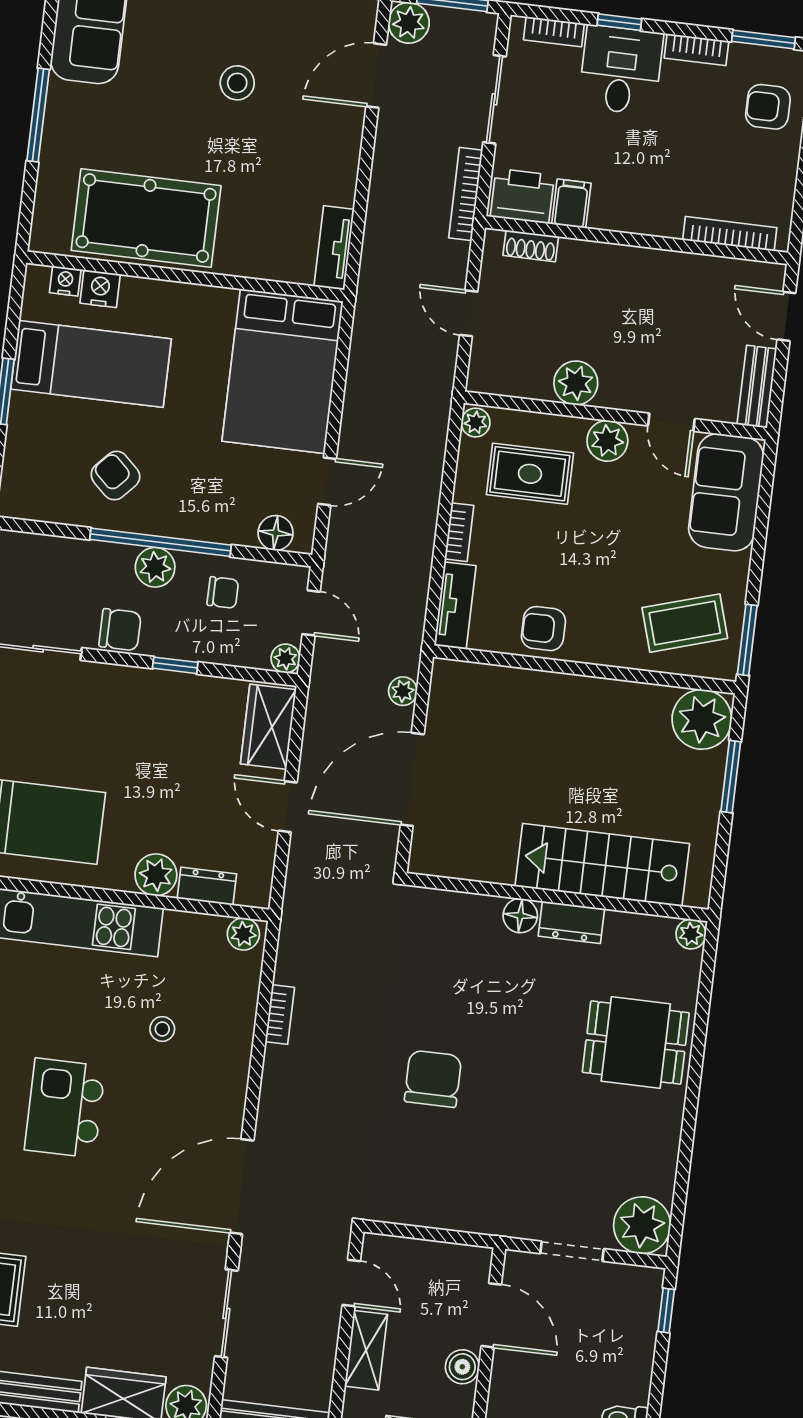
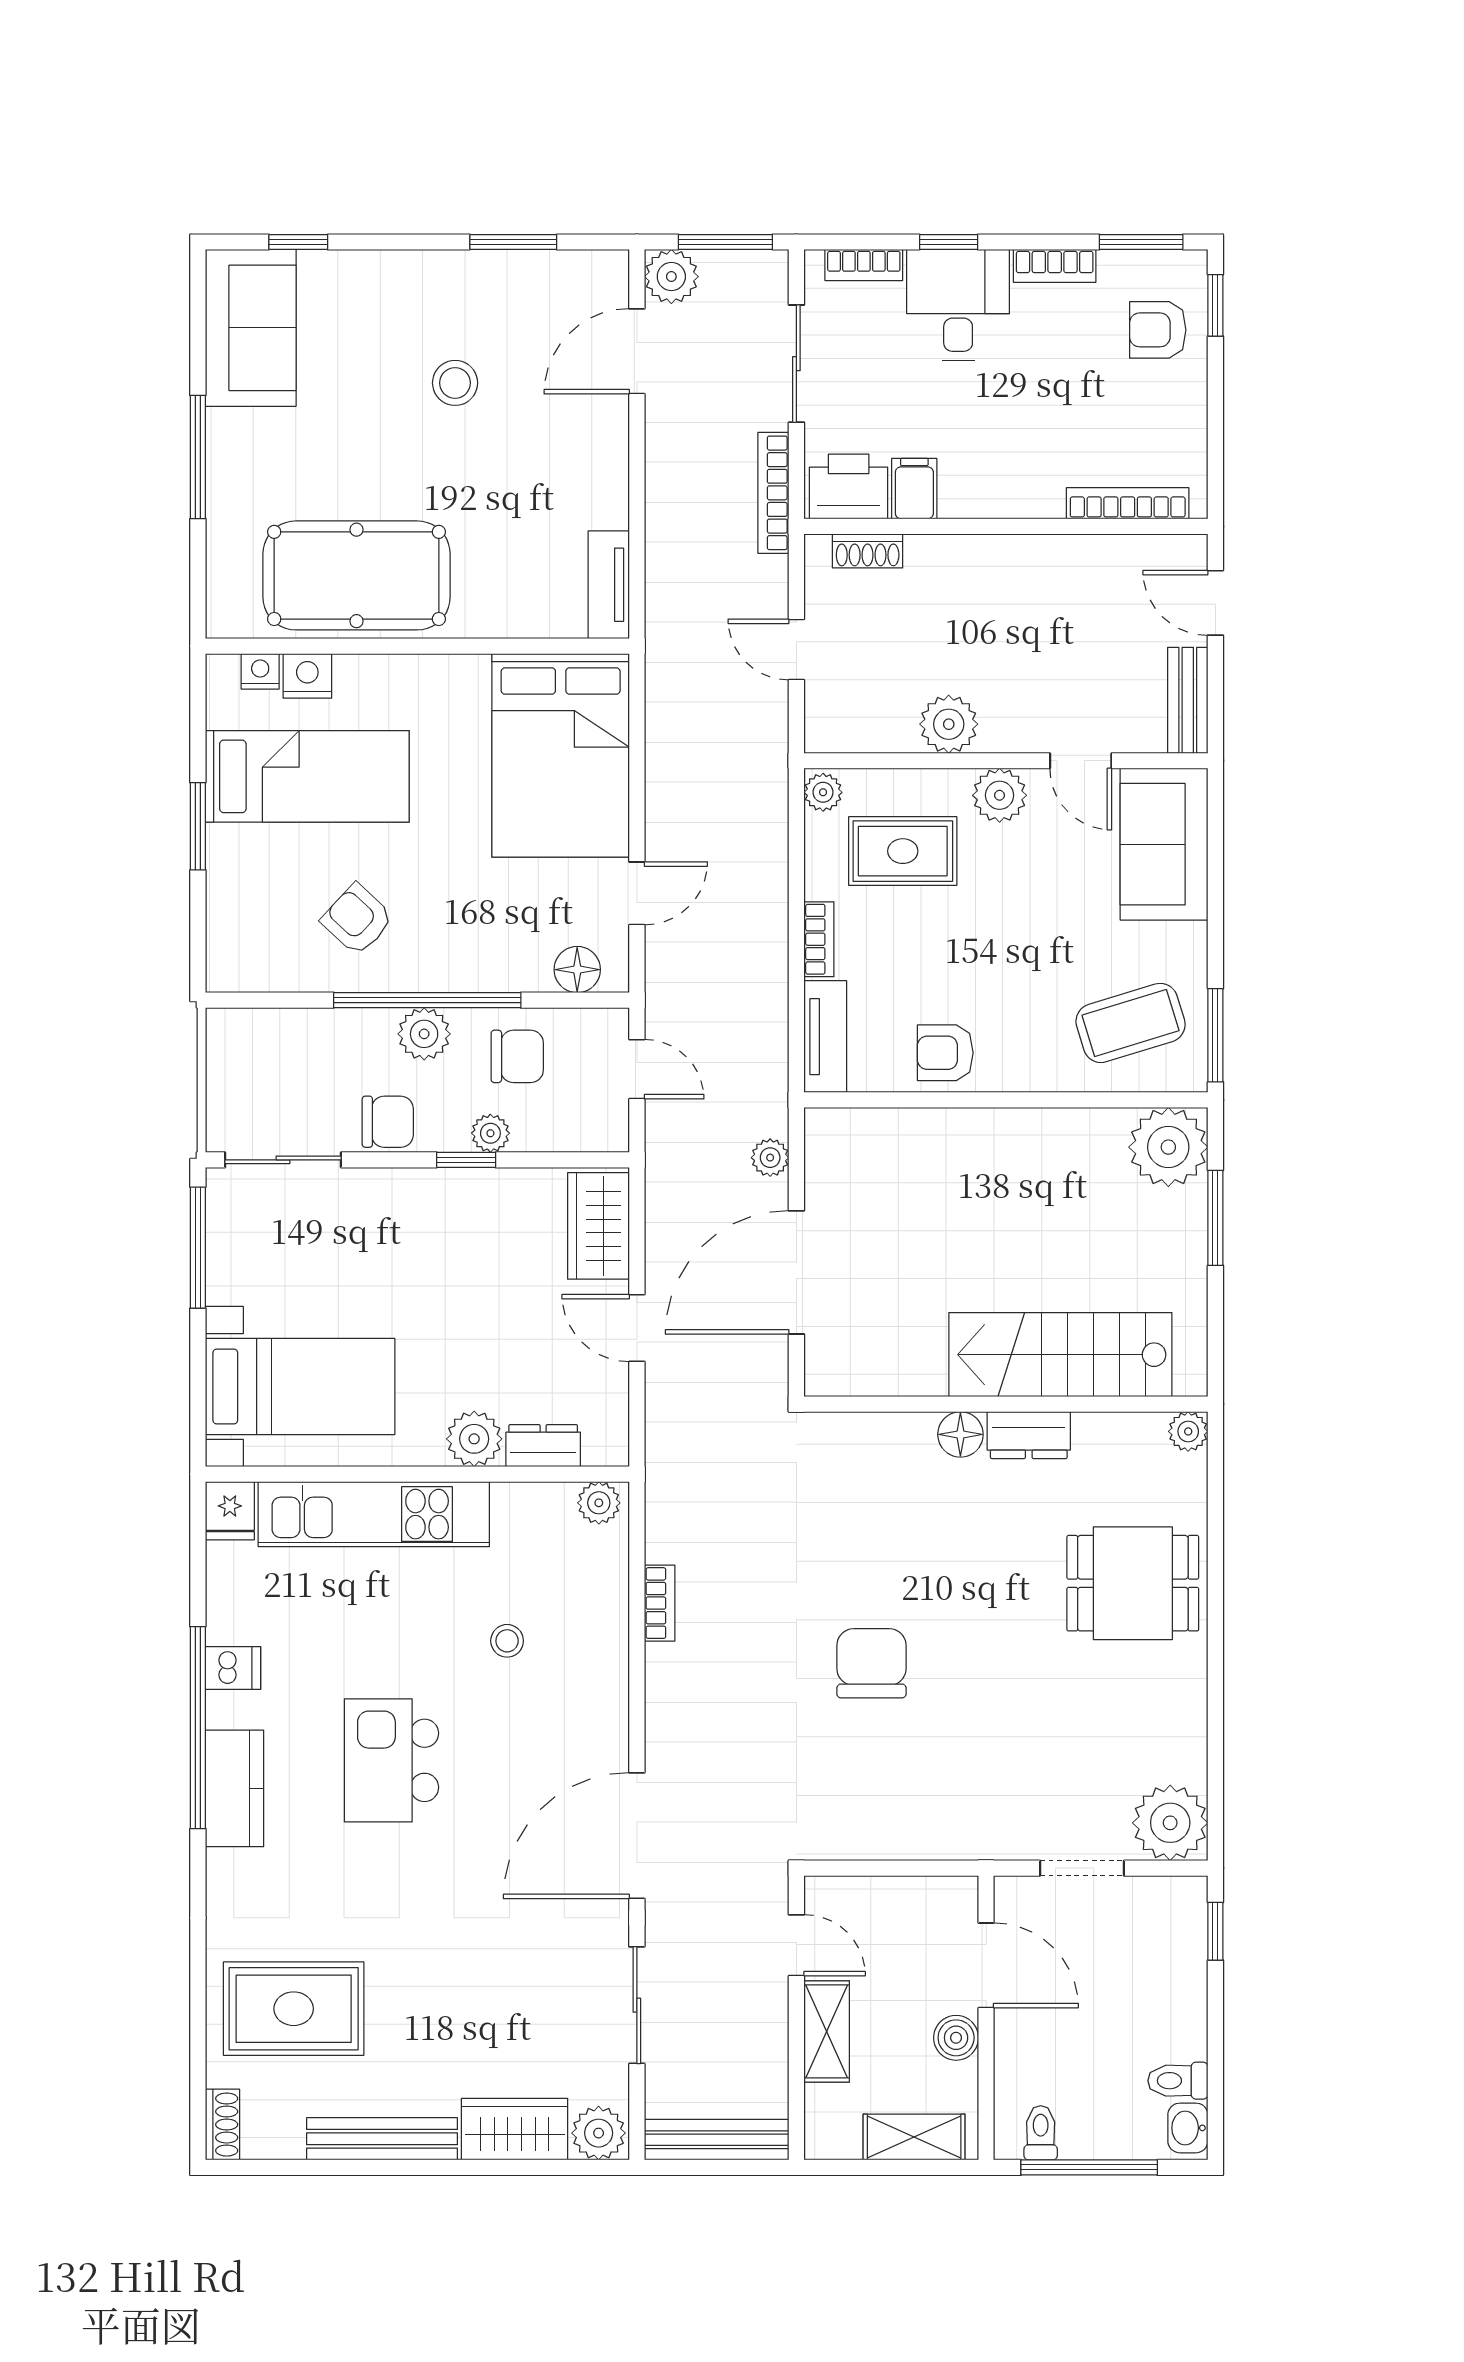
chair: (223, 593) -> (517, 1056), width x1.37, depth x1.37
plant: (285, 658) -> (490, 1133), moved

